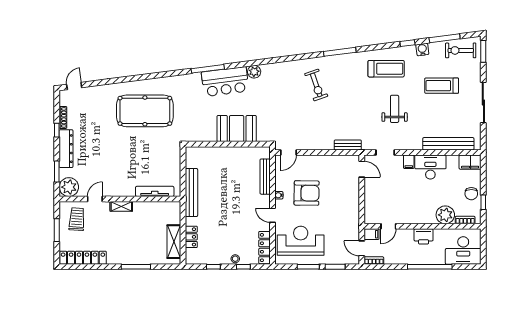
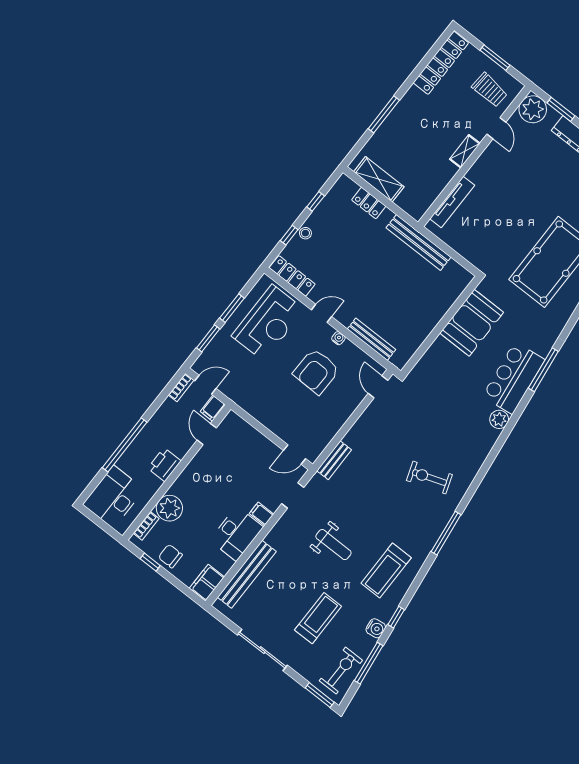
booth: (237, 129) -> (472, 323), moved

